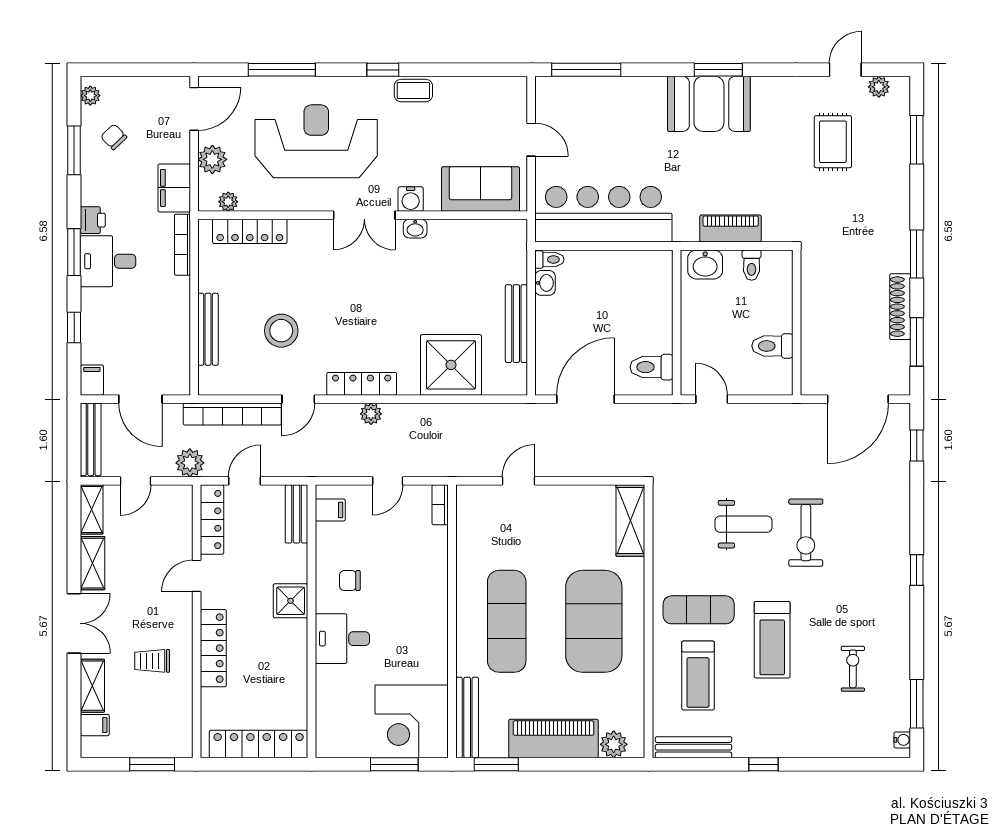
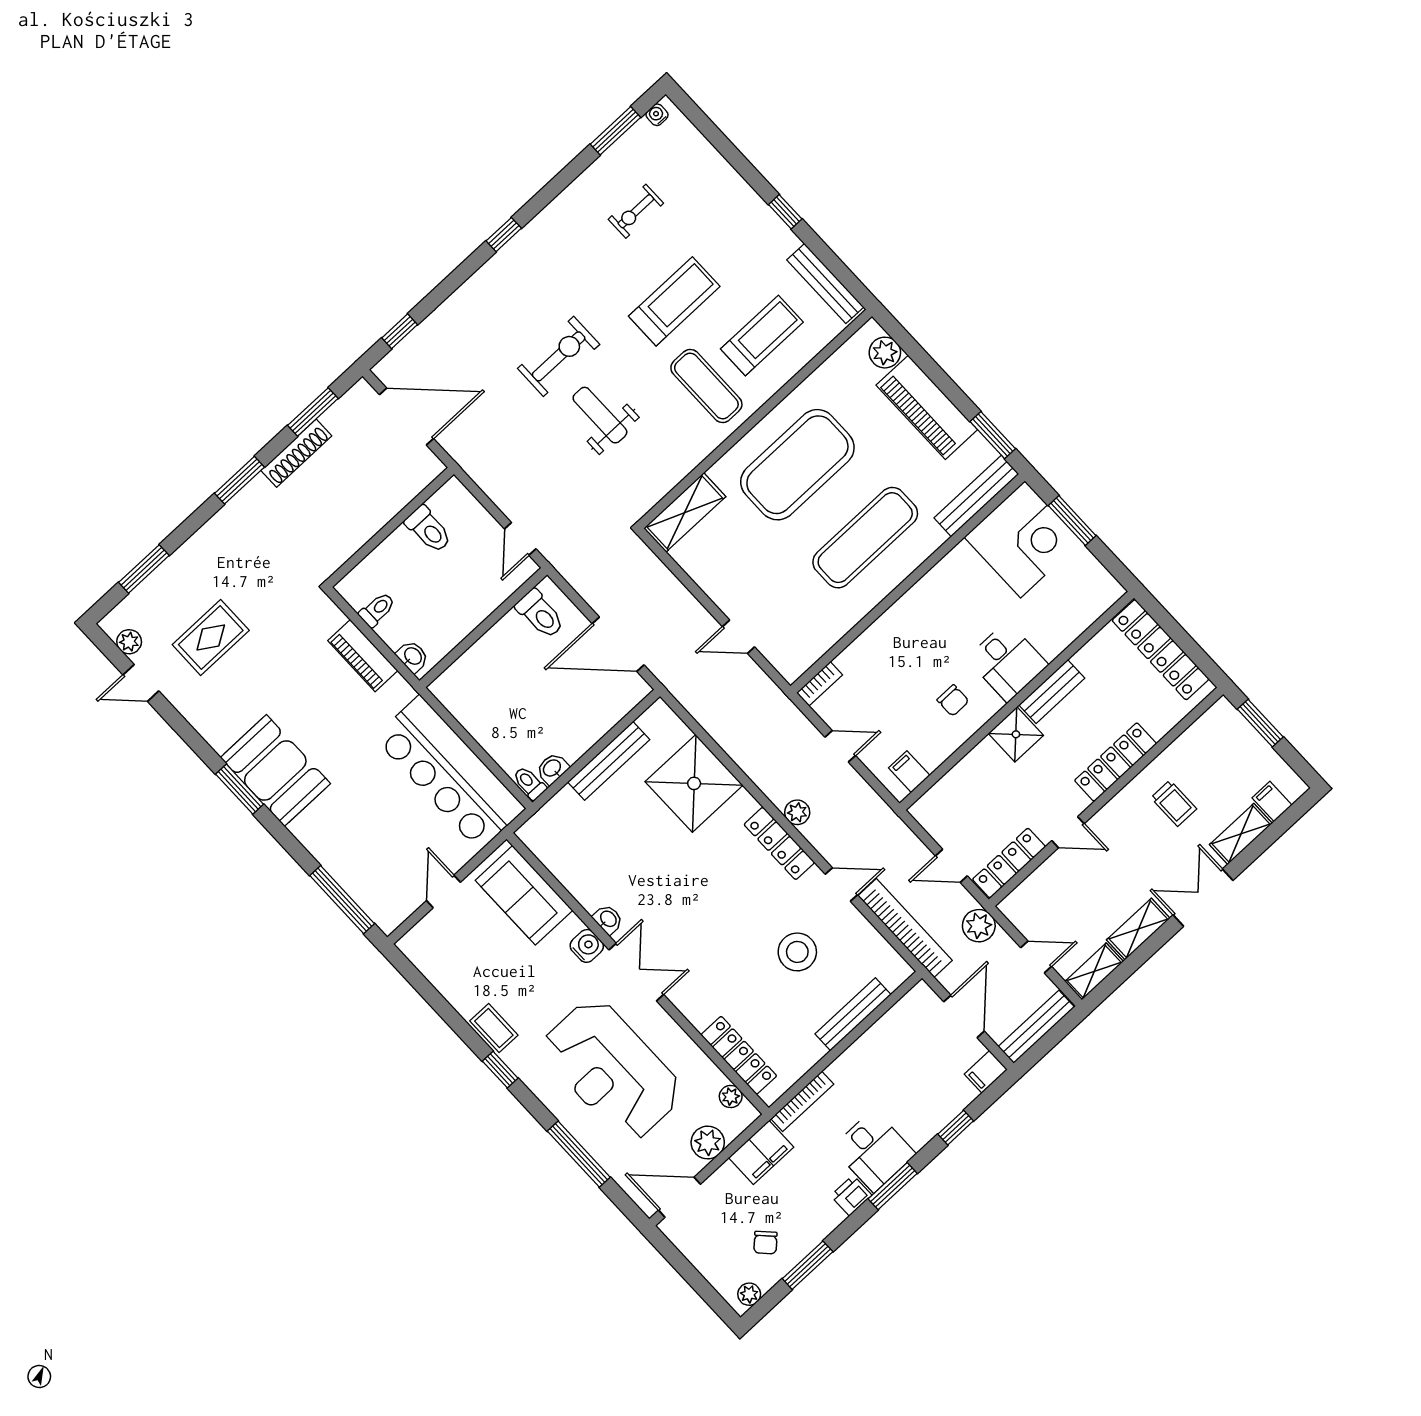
washbasin: (705, 264) -> (413, 656), width x0.72, depth x0.69
bench: (297, 514) -> (1052, 692), moved

